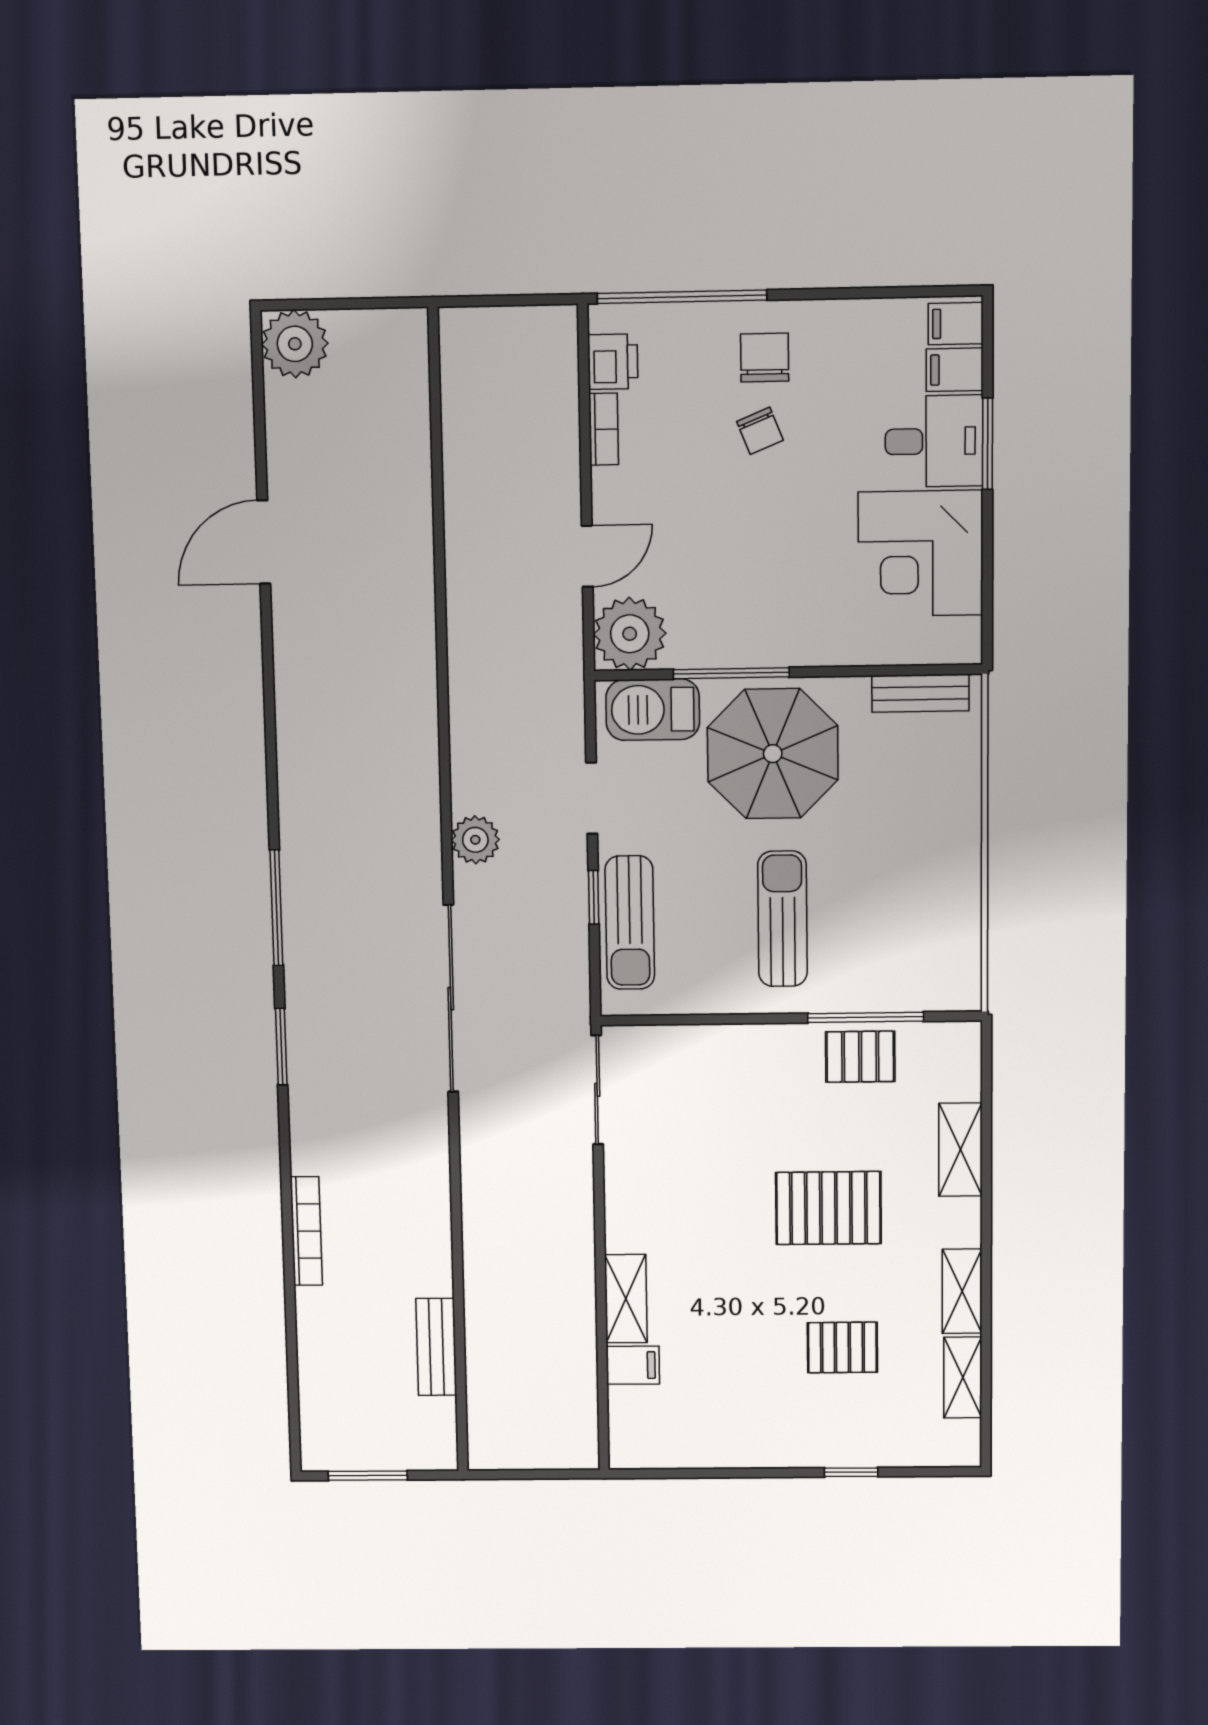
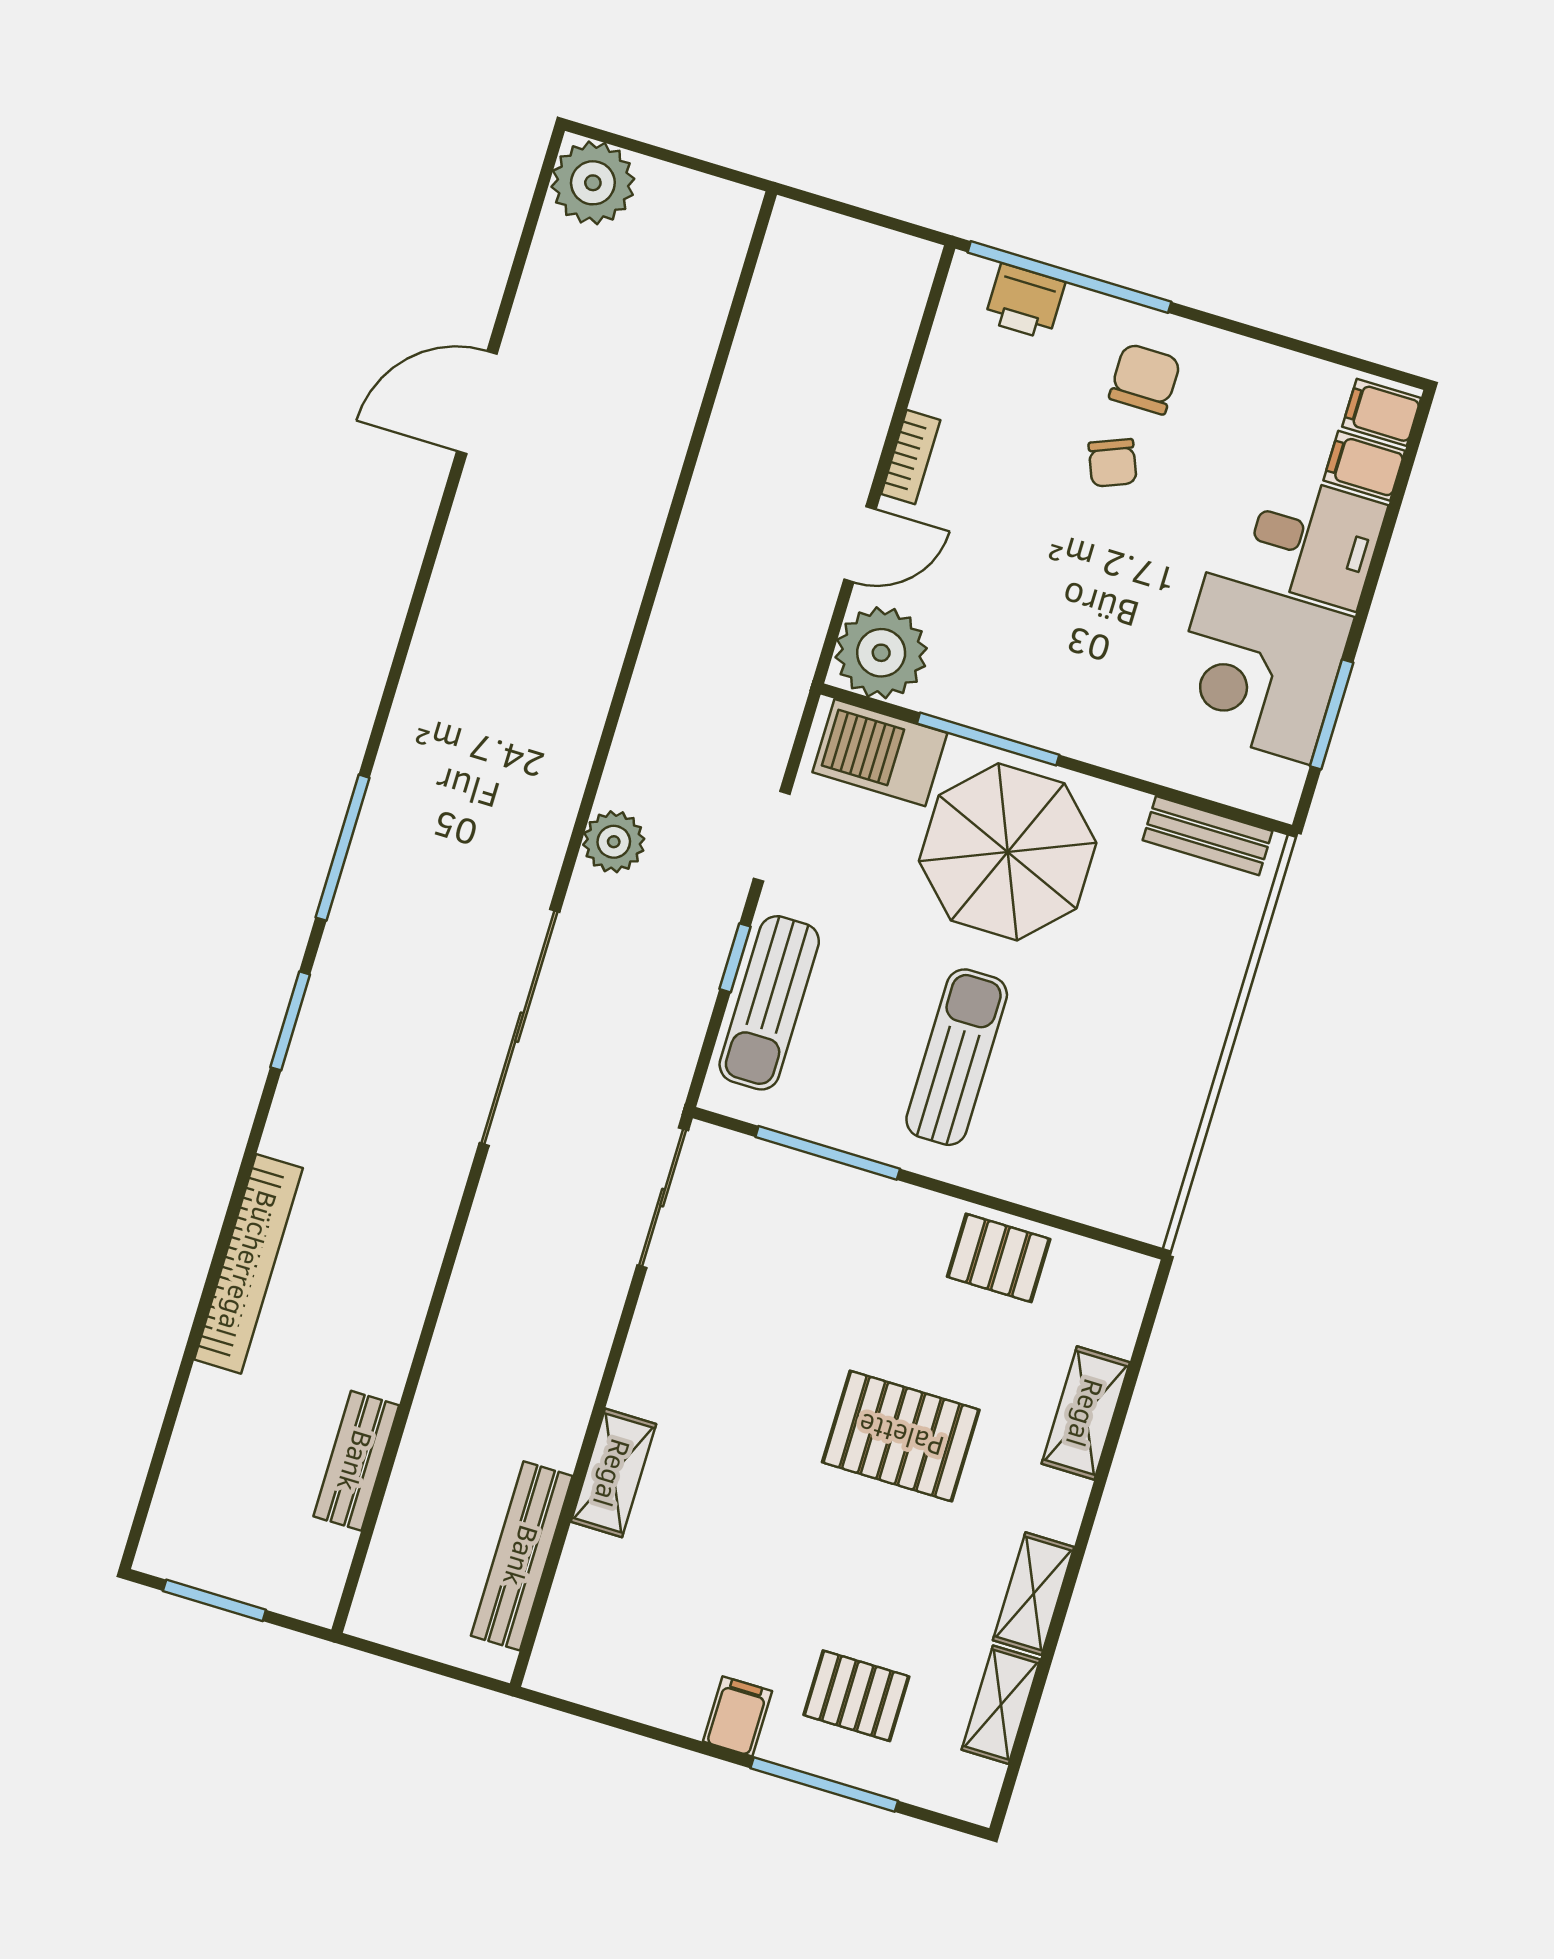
printer: (613, 362) -> (1025, 301), moved, turned 90
bookcase: (604, 429) -> (911, 457), moved
window: (987, 444) -> (1332, 714), moved
window: (866, 1017) -> (828, 1153), moved
bookcase: (306, 1231) -> (248, 1264), width x1.48, depth x1.31
pallet: (842, 1347) -> (856, 1696), moved
filing cabinet: (633, 1365) -> (737, 1716), moved, turned -90
bench: (579, 1378) -> (522, 1556), added
window: (851, 1472) -> (824, 1784), width x2.17

